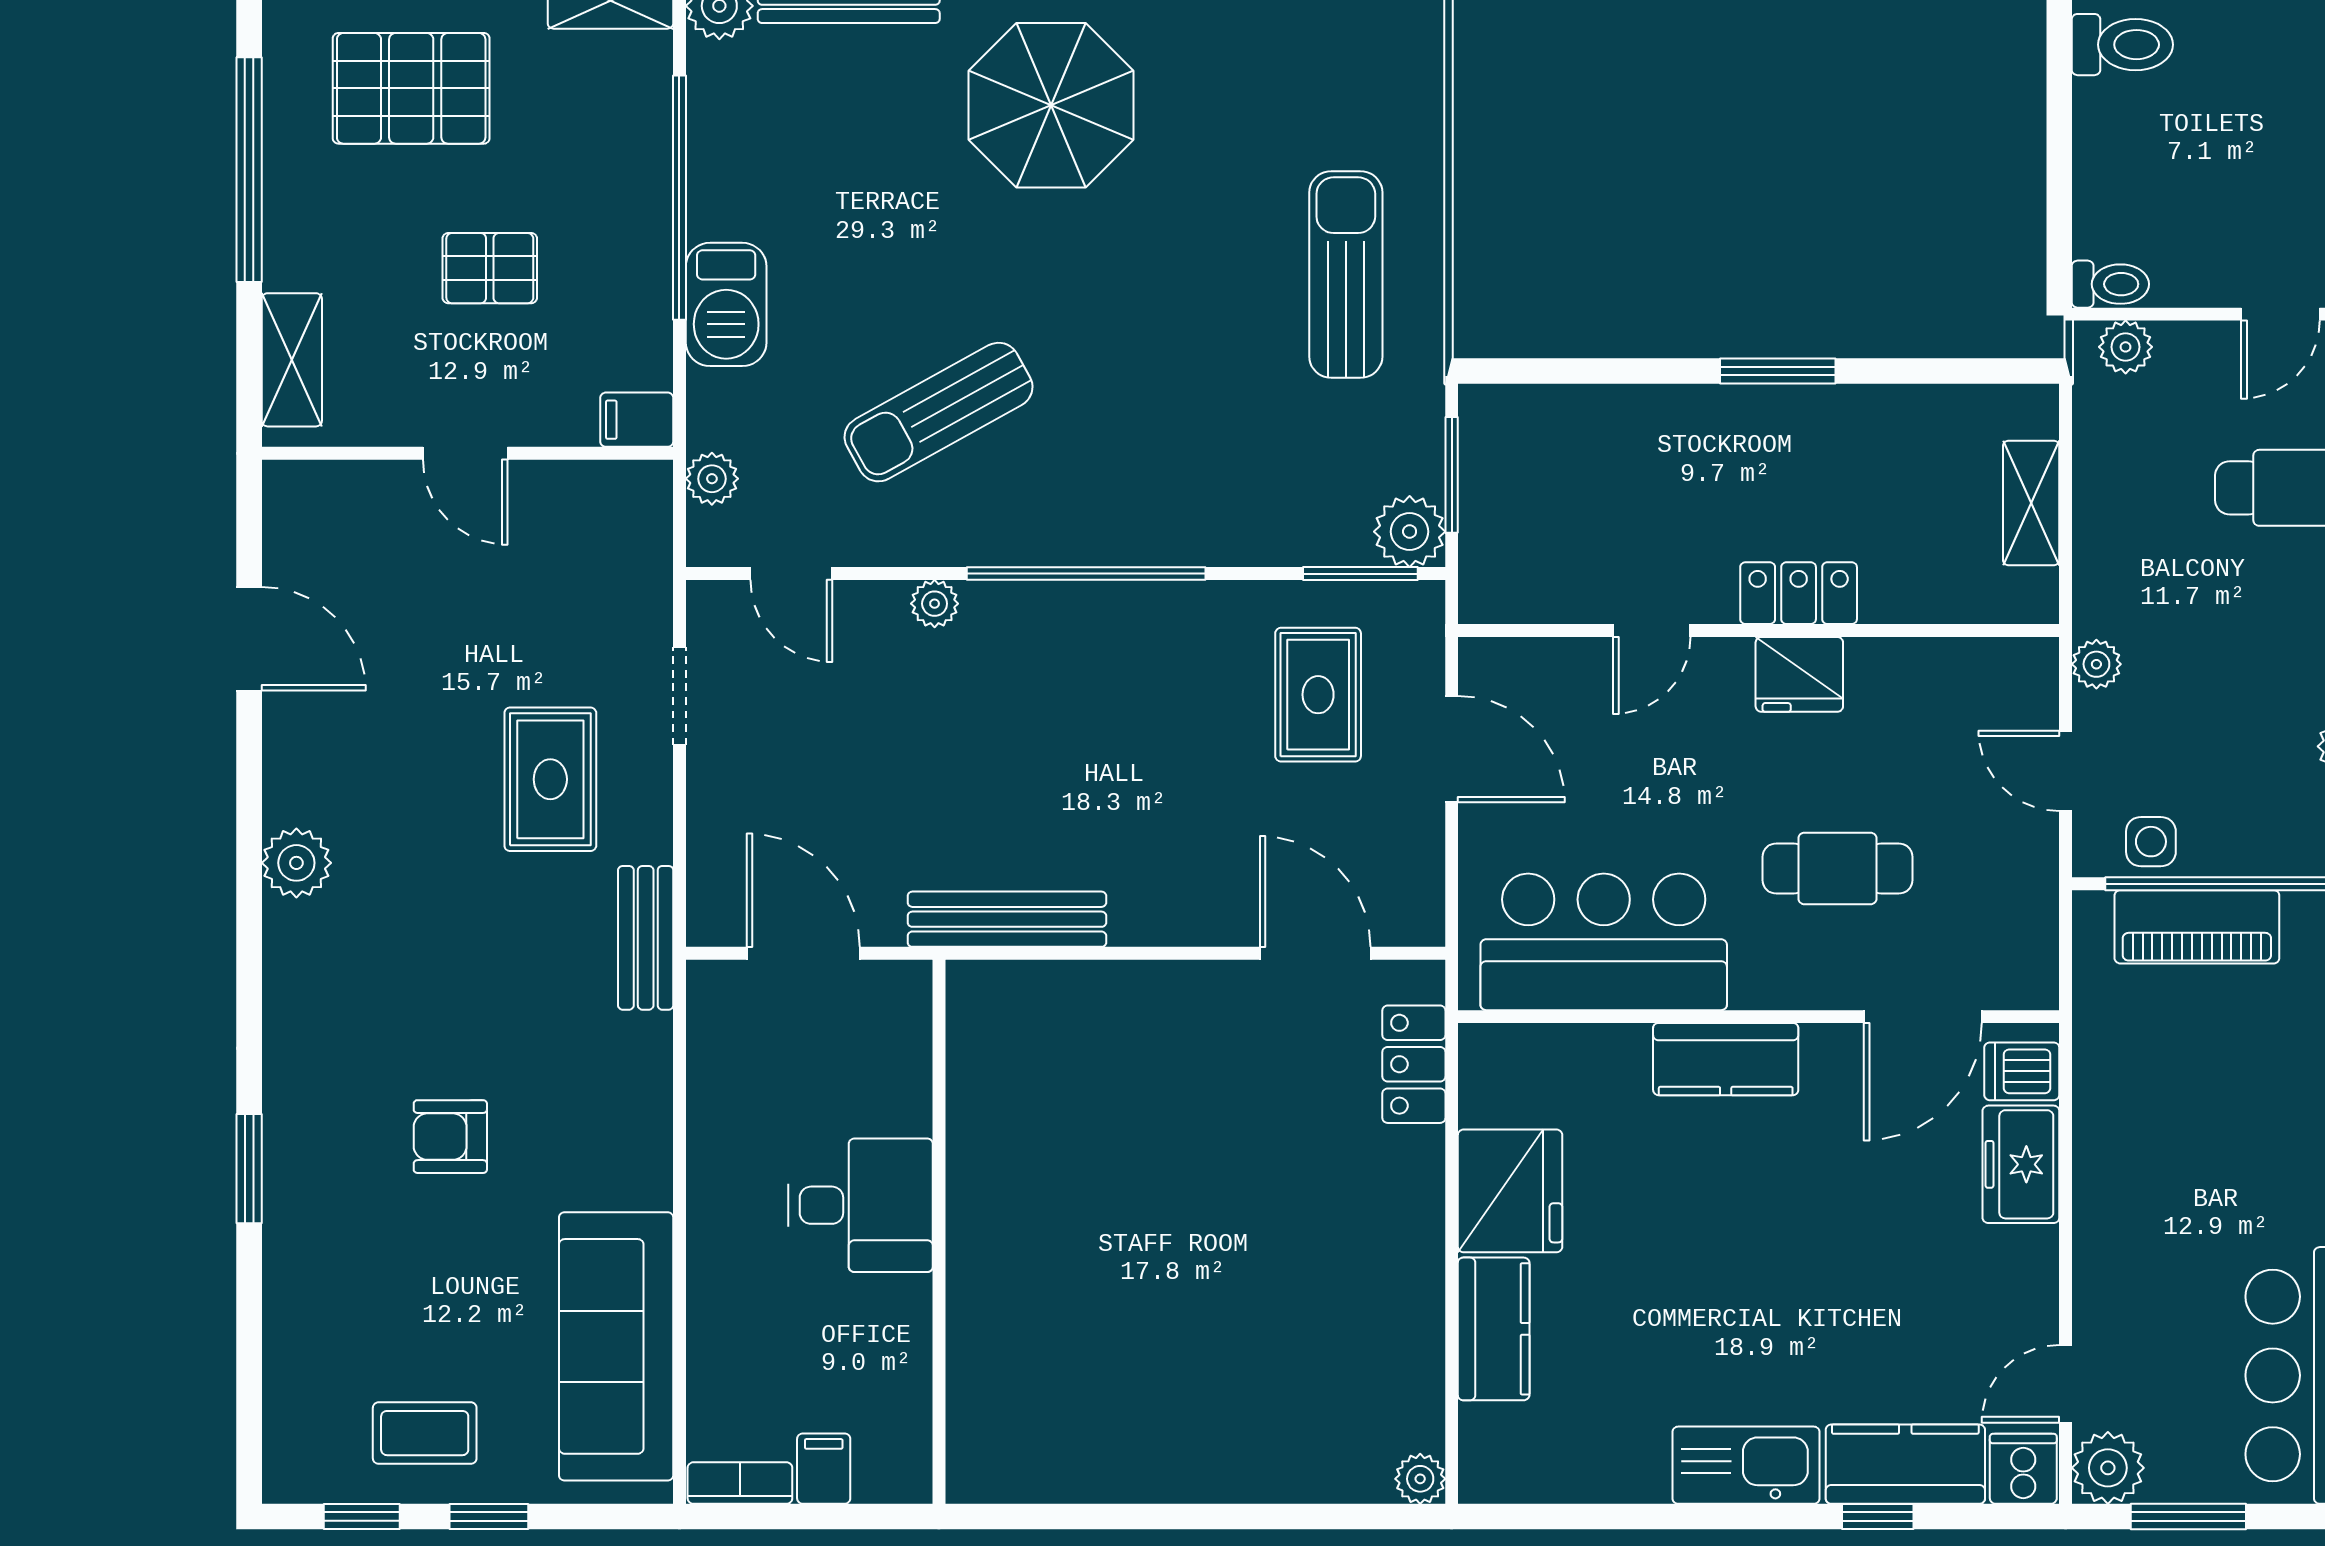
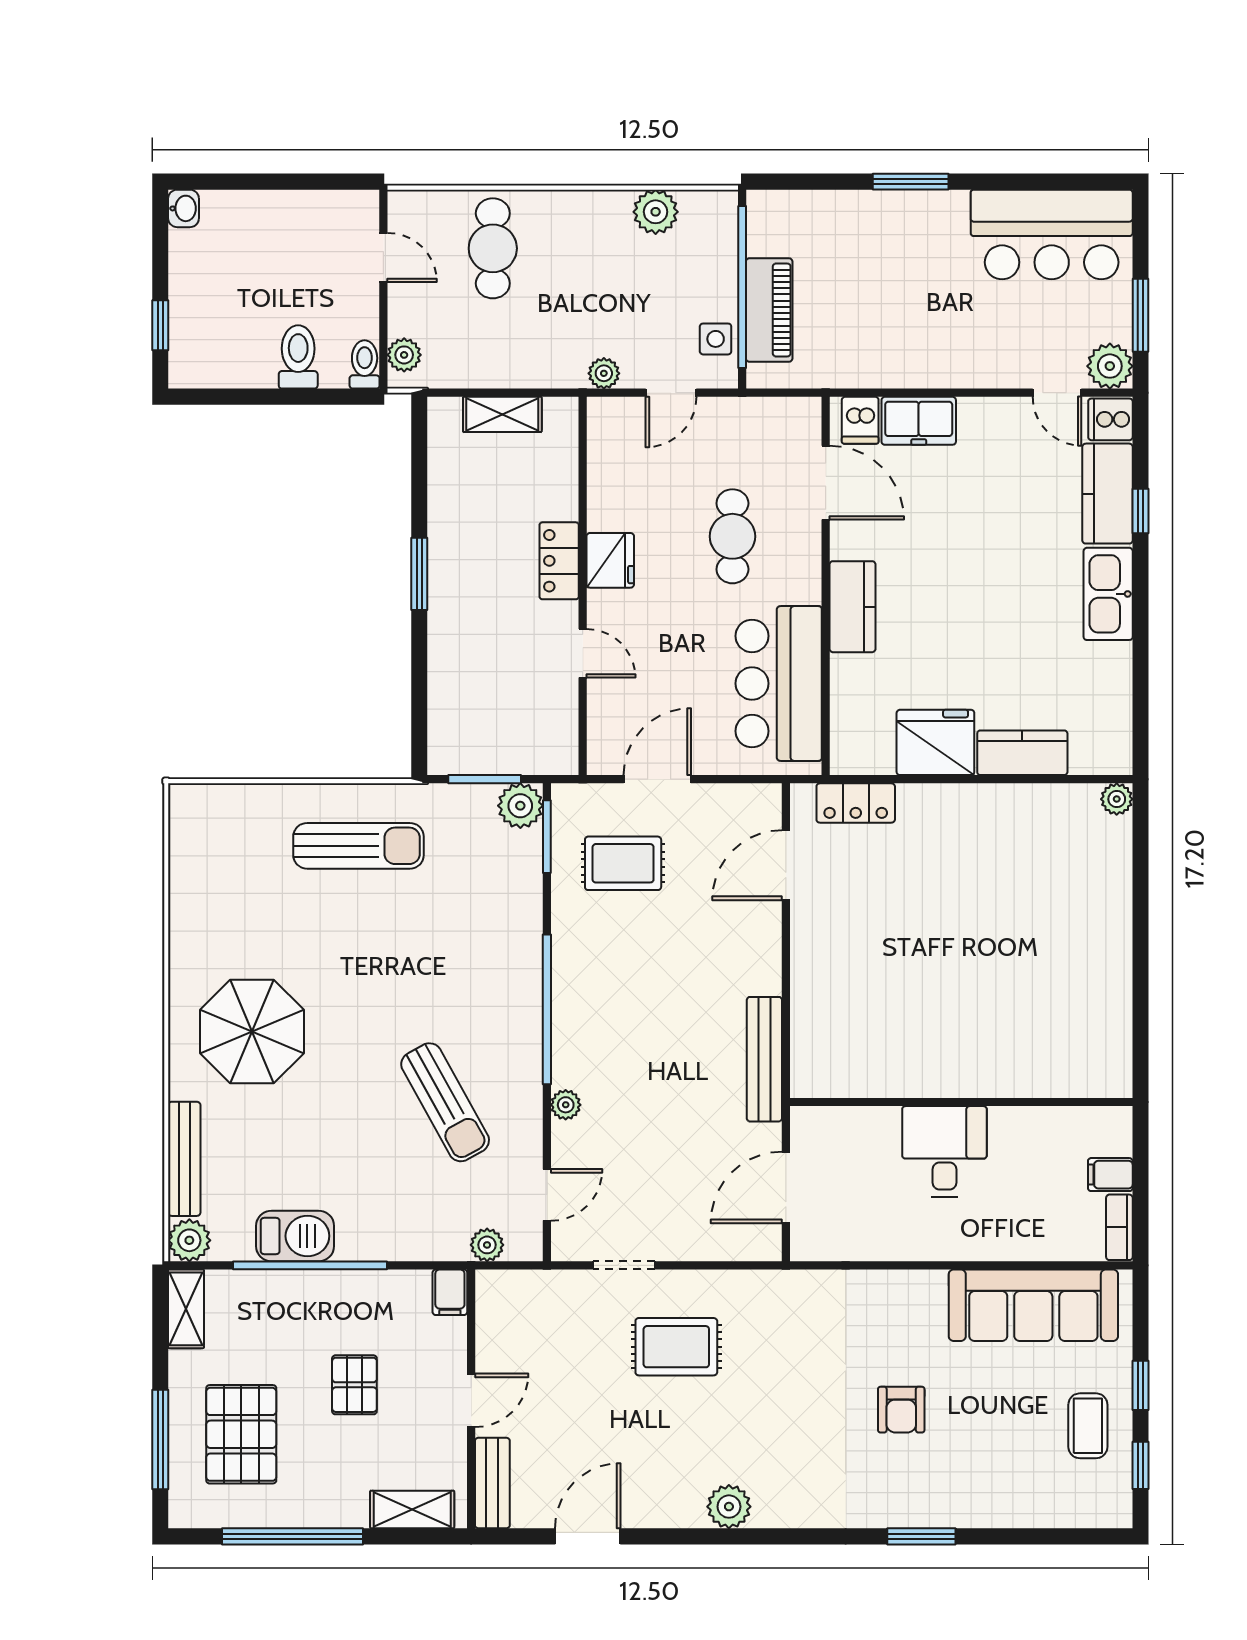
toilet: (2122, 45) -> (298, 357), moved
sun lounger: (1346, 275) -> (358, 846), turned 180
barbecue: (726, 304) -> (295, 1236), moved
bench: (646, 938) -> (492, 1483), moved, turned 90

